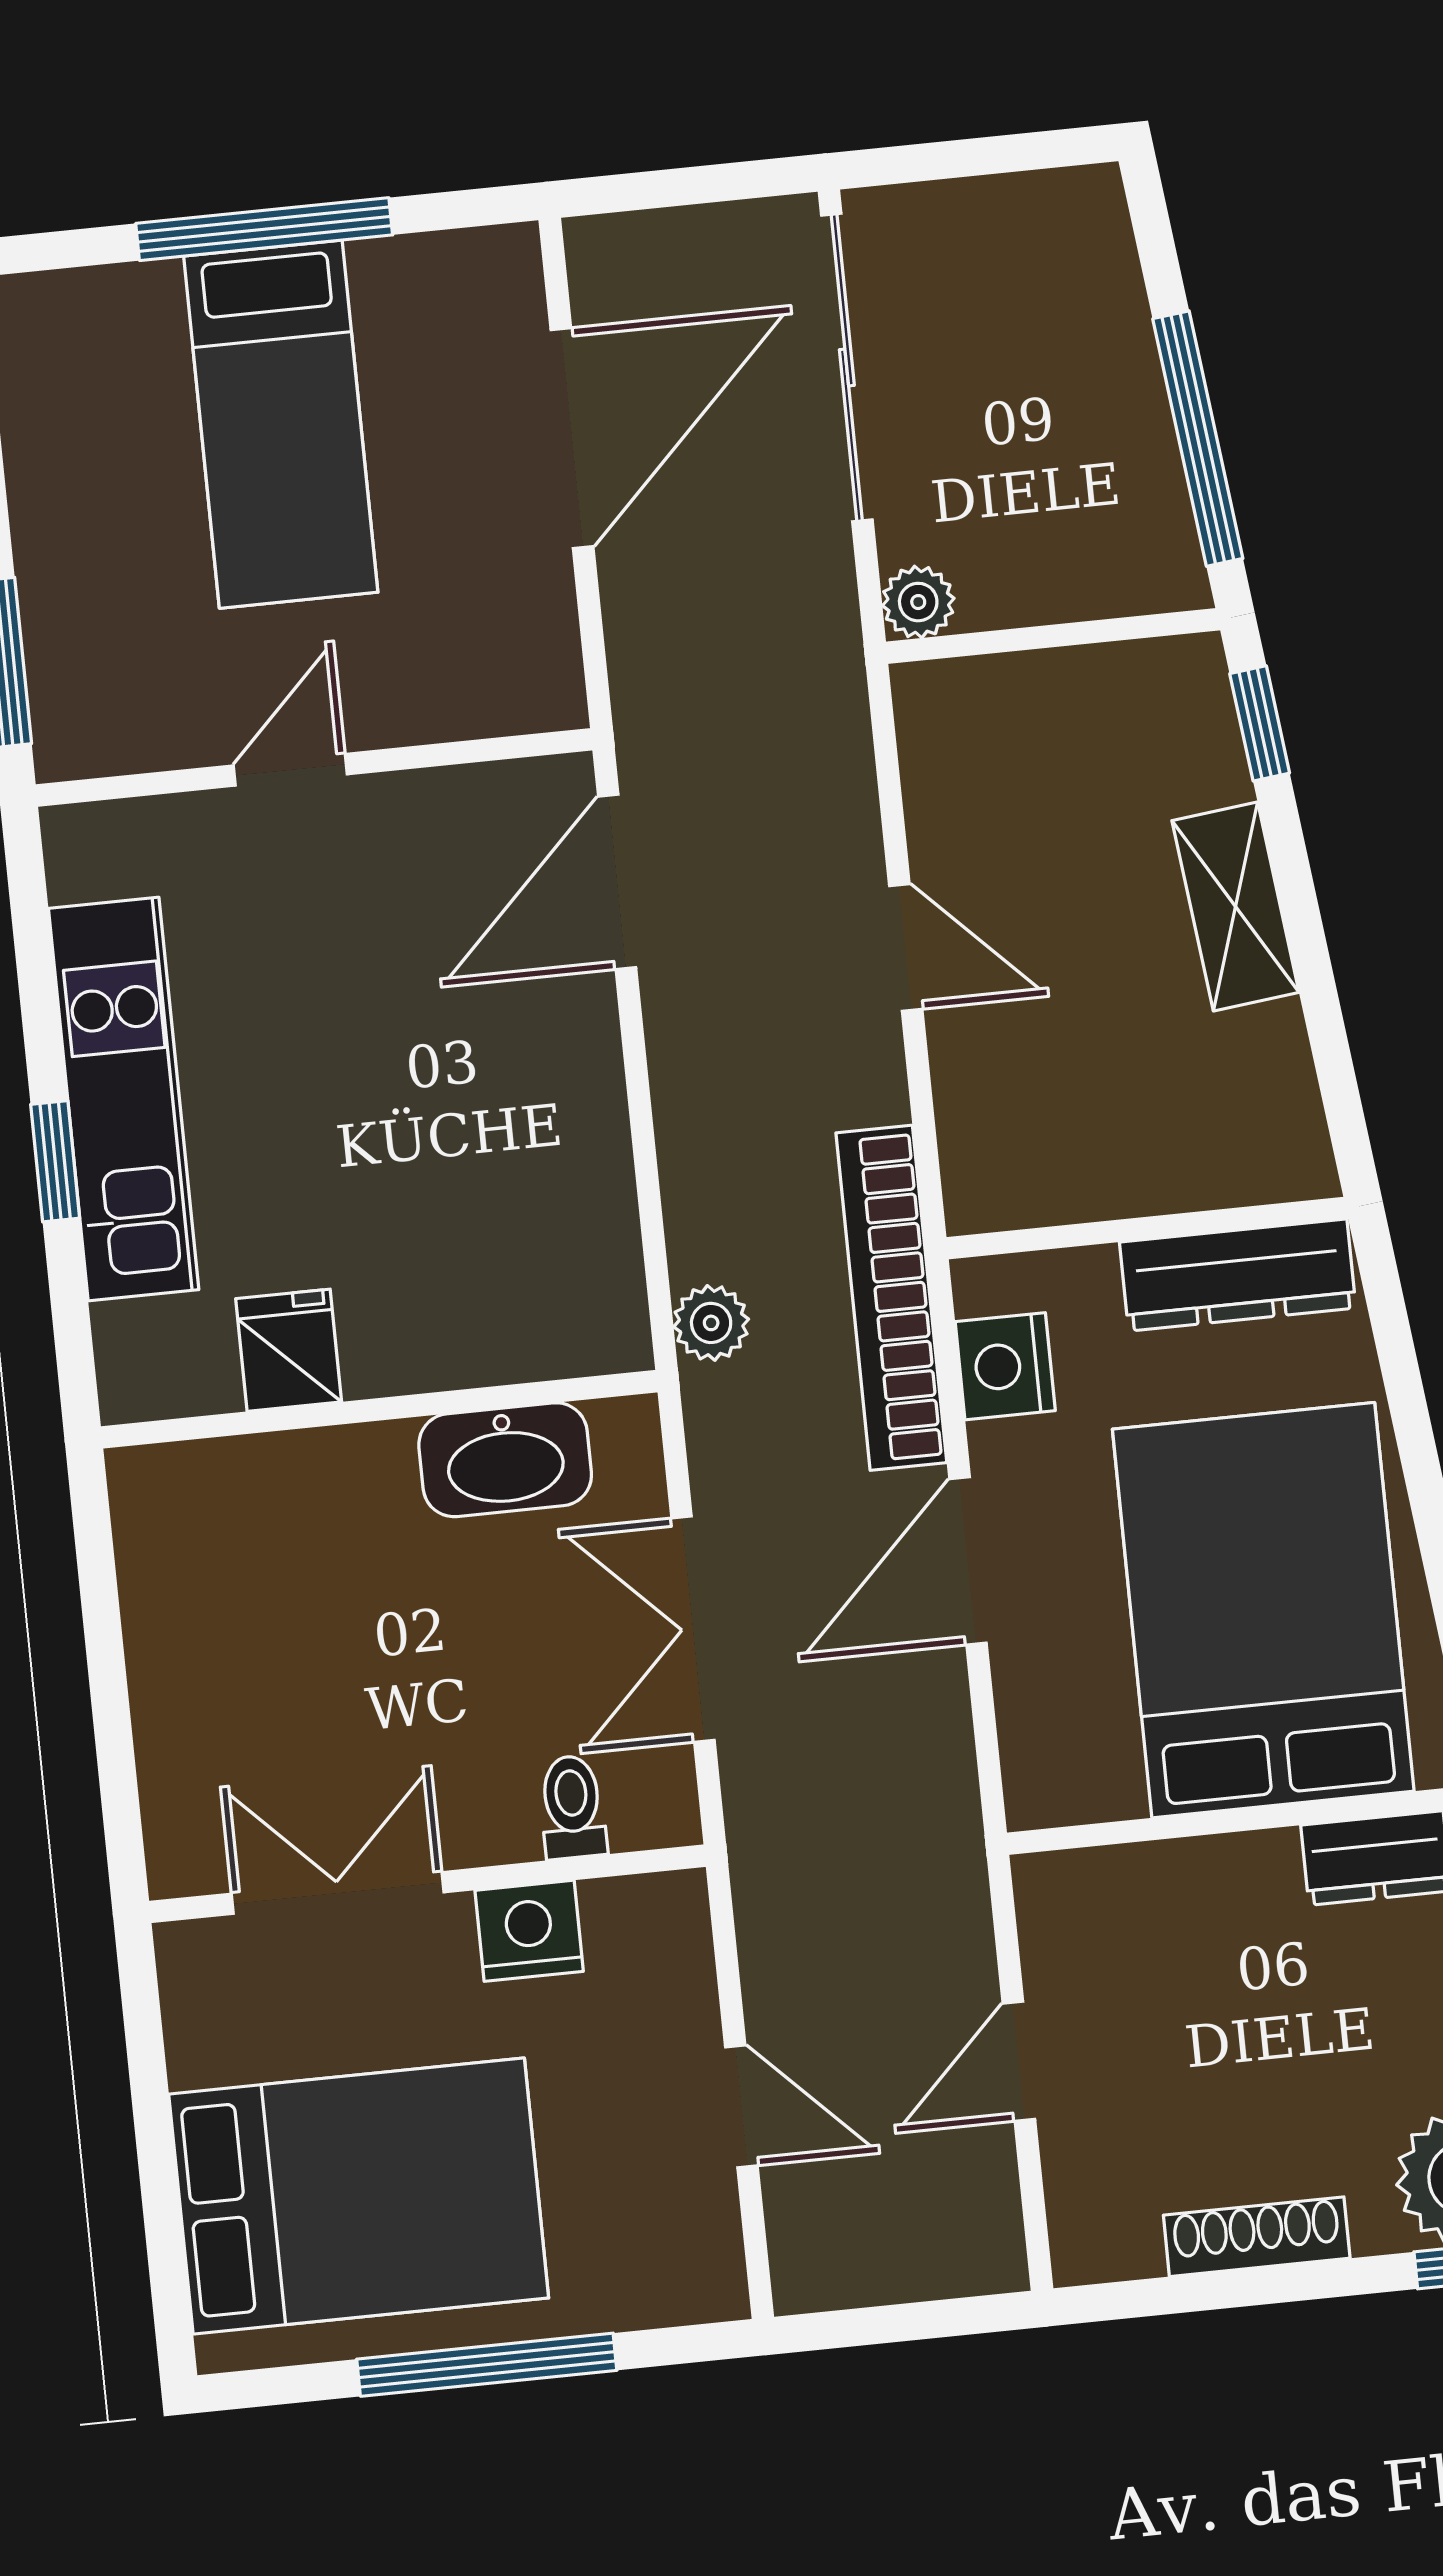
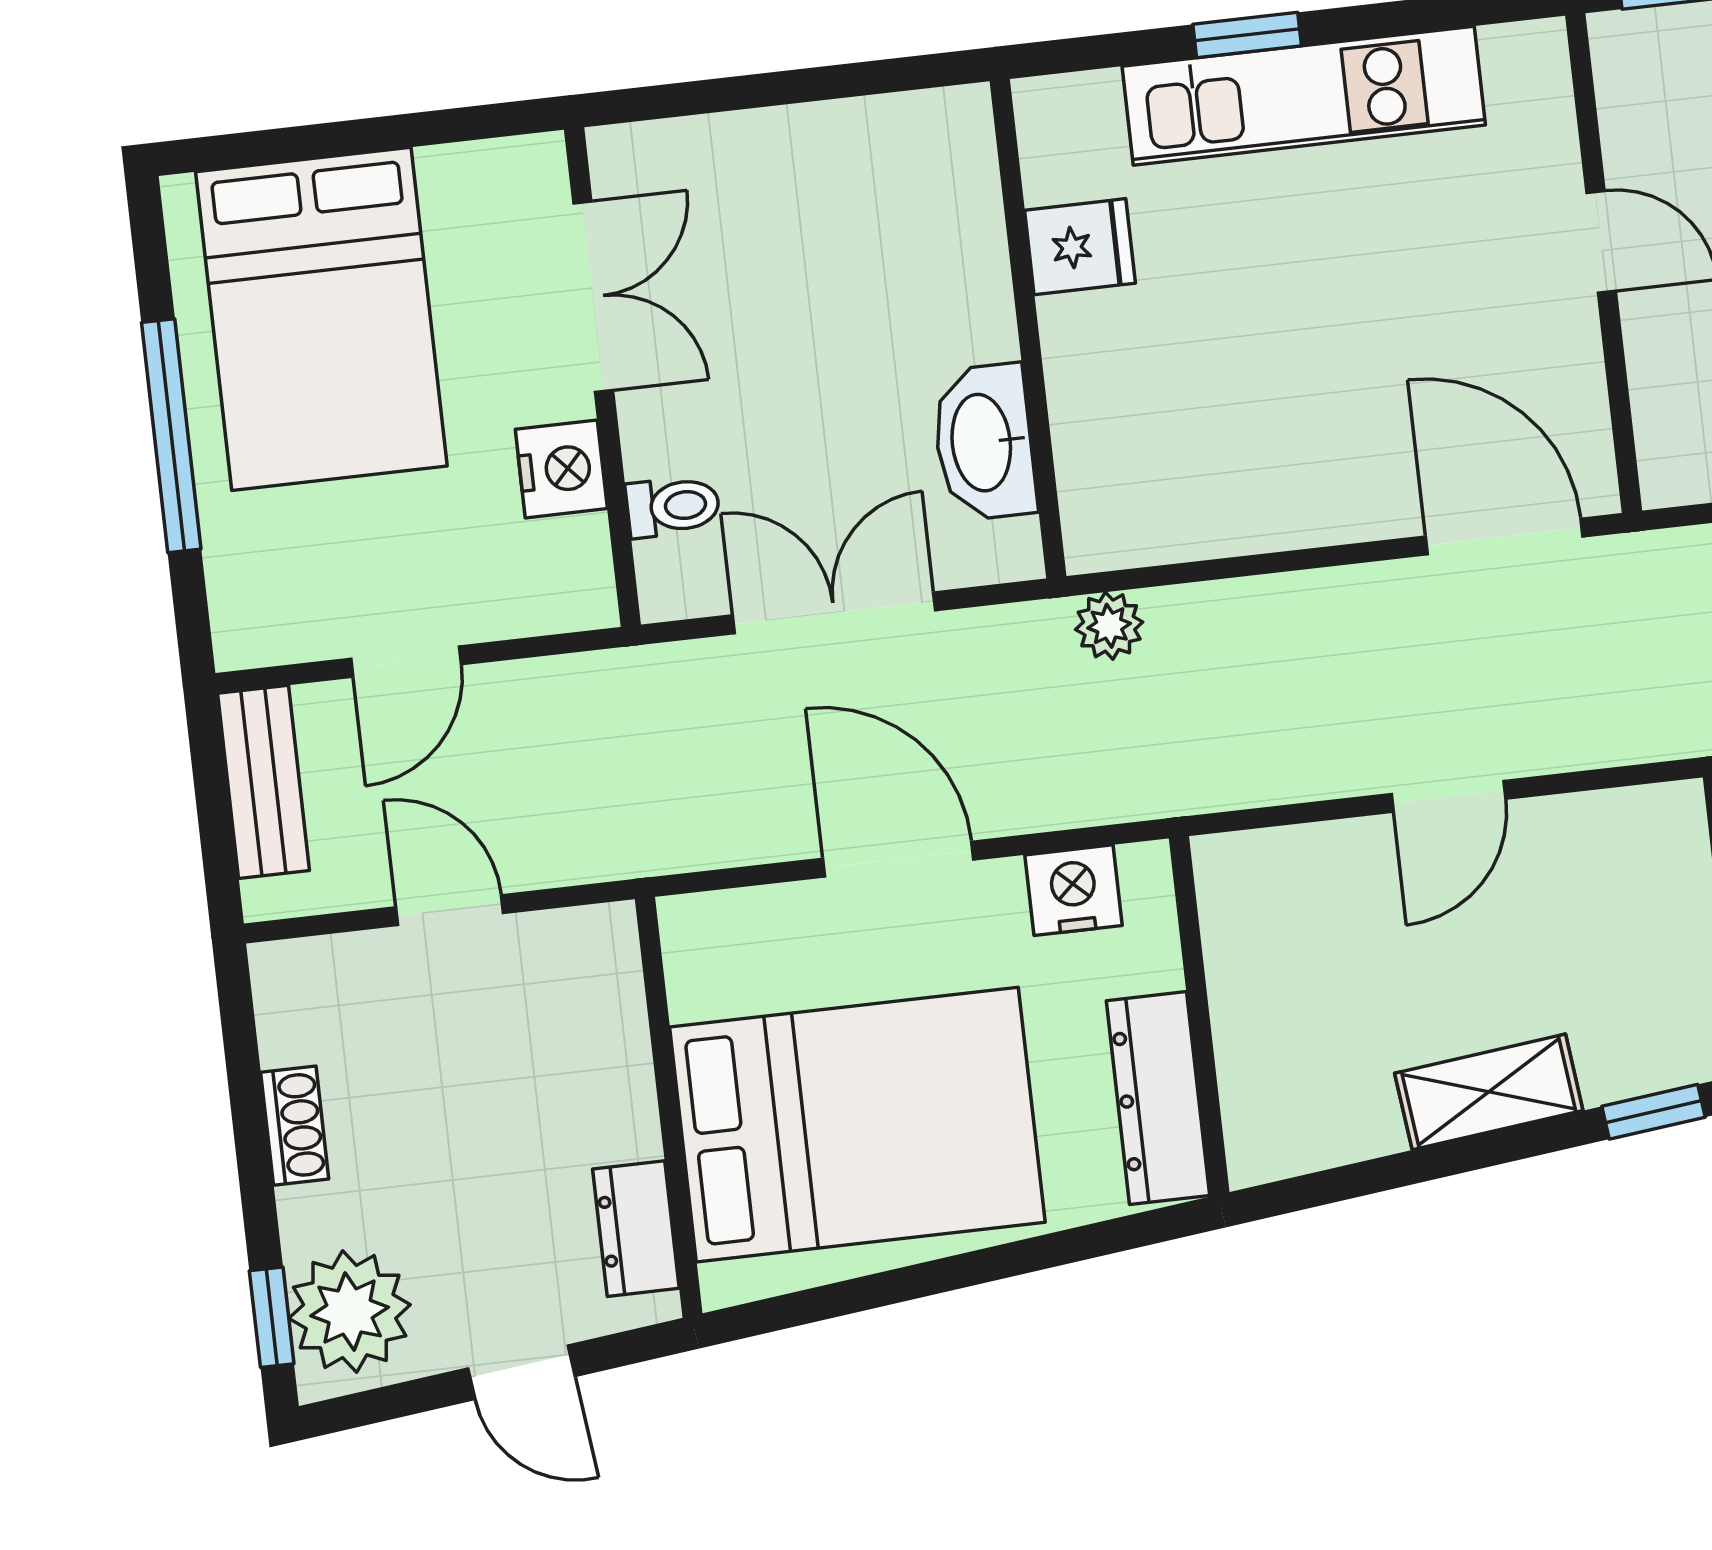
bookcase: (891, 1298) -> (1134, 787), removed
shoe rack: (1257, 2237) -> (295, 1126), width x0.70
bench: (874, 2267) -> (264, 782), added

